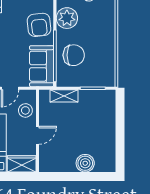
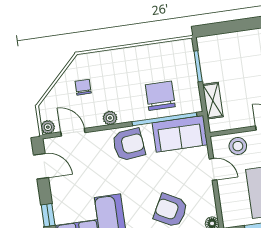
plant: (67, 18) -> (110, 118), width x0.53, depth x0.53

